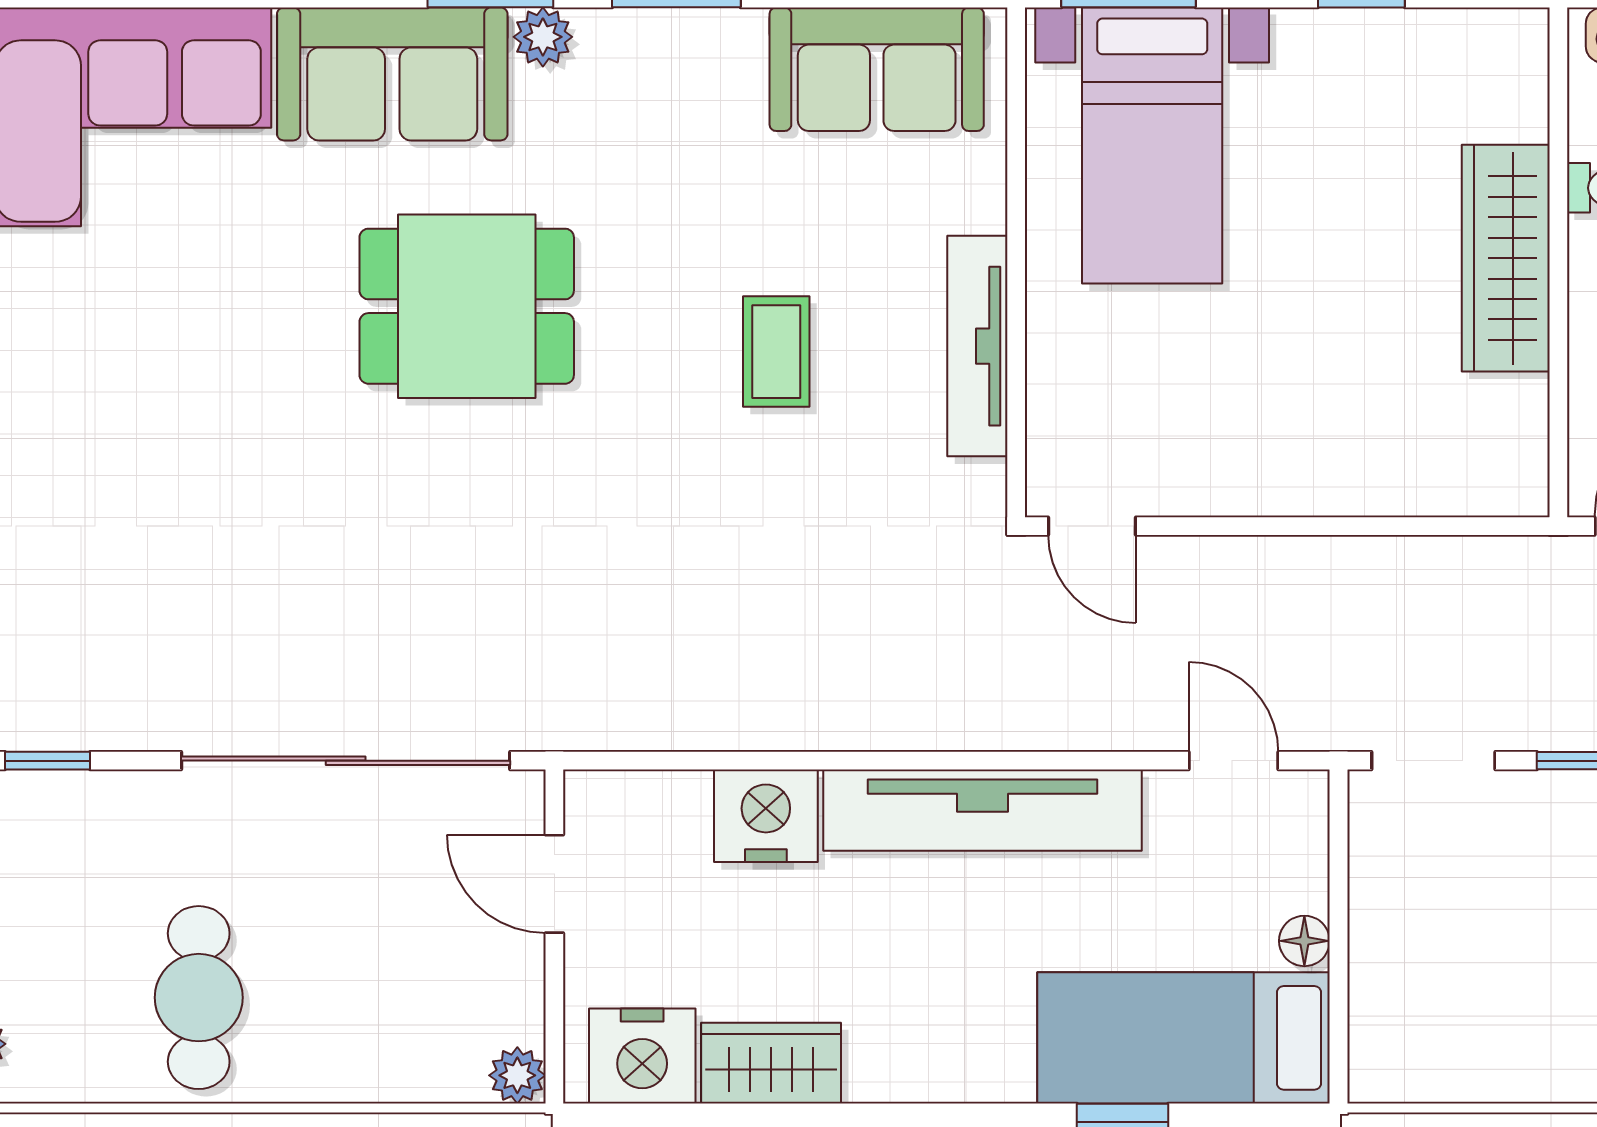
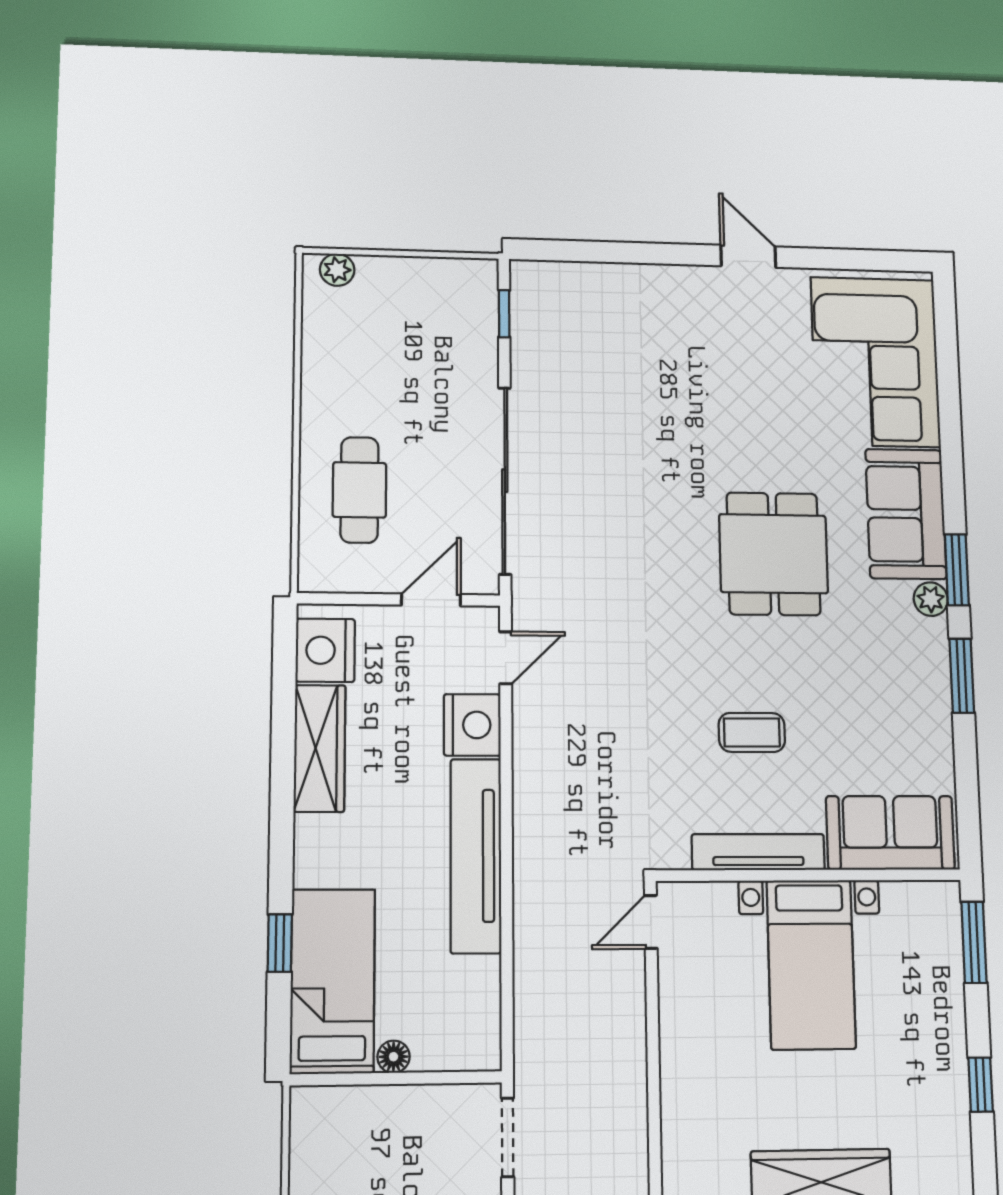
sofa: (877, 69) -> (890, 833), moved, turned 90
bed with nightstands: (1152, 145) -> (811, 964), moved, turned -90
door: (1233, 761) -> (506, 658), moved
cafe table: (199, 998) -> (359, 490), moved, turned 90
wardrobe: (771, 1063) -> (320, 748), width x1.50
plant: (517, 1075) -> (314, 577), removed

